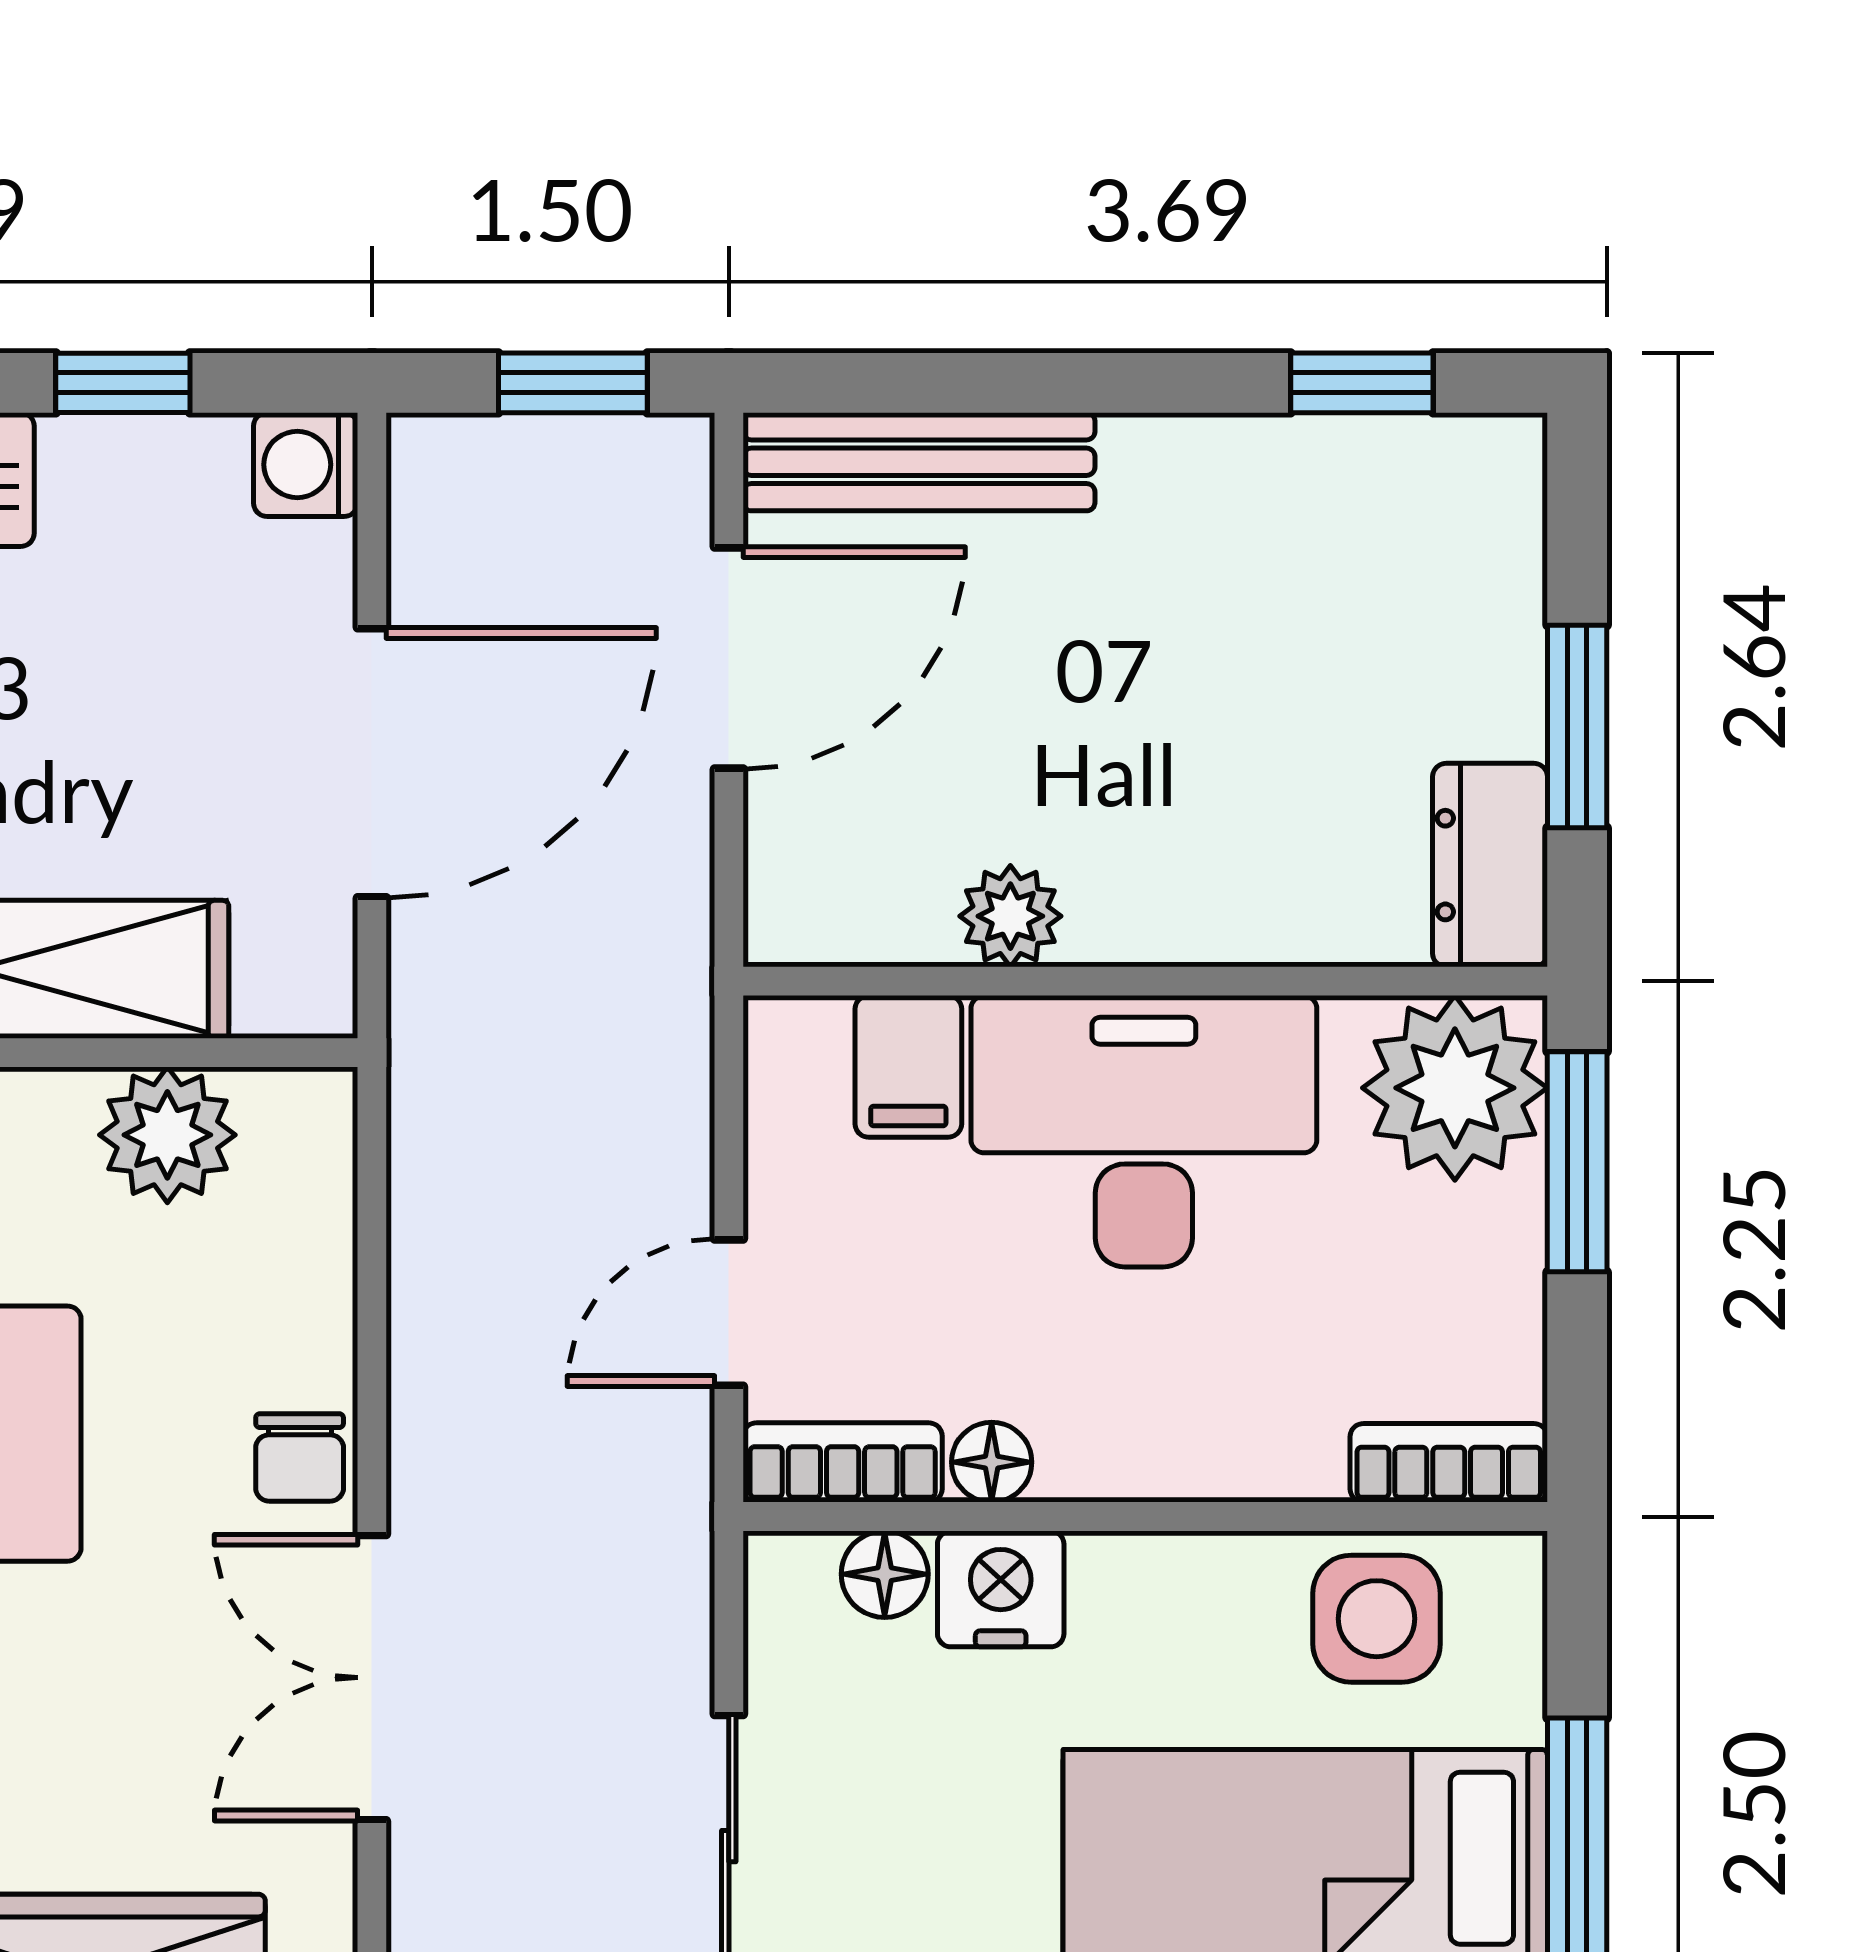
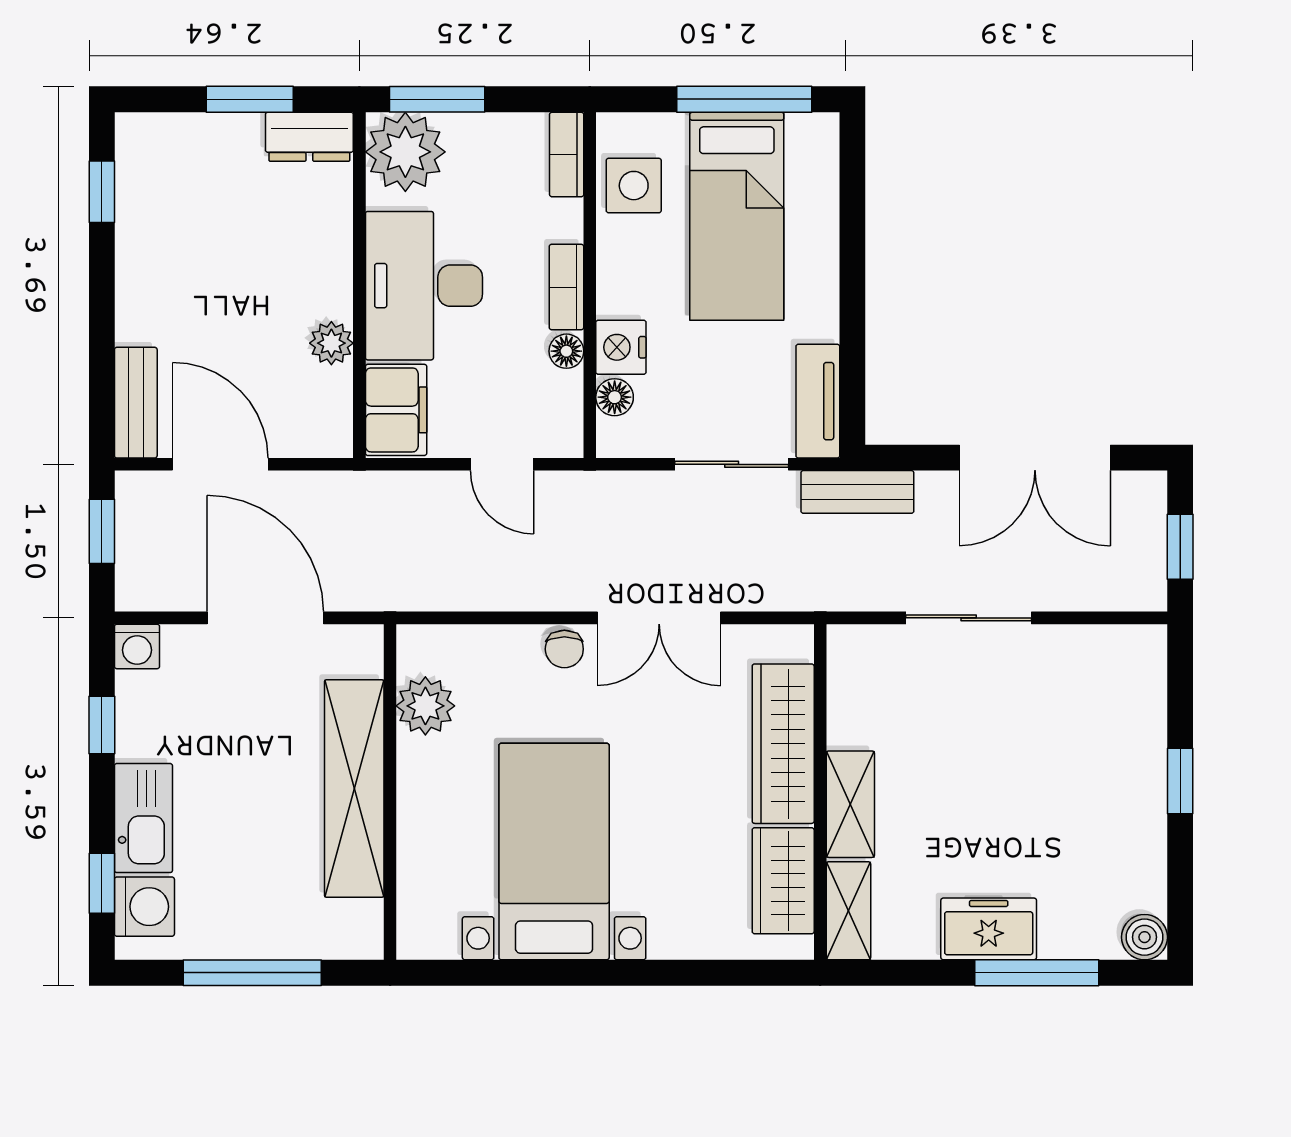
bench: (919, 462) -> (136, 403), width x0.73
filing cabinet: (908, 1066) -> (396, 410), width x2.00
chair: (300, 1457) -> (564, 649), turned 90
bookcase: (843, 1462) -> (566, 287), moved

